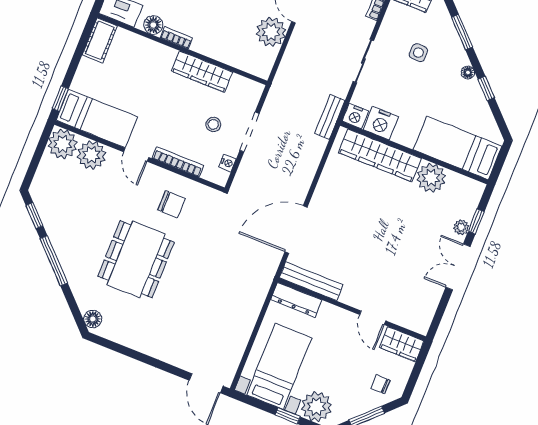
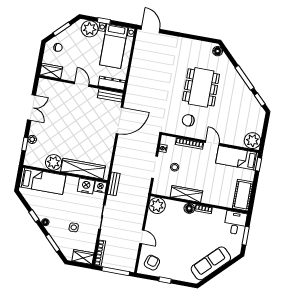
floor lamp: (153, 25) -> (189, 208), moved
plant: (271, 32) -> (157, 206), moved
cot: (100, 40) -> (243, 195), width x1.37, depth x1.34
plant: (91, 155) -> (236, 138), removed
double door: (458, 267) -> (32, 108), moved
bench: (311, 281) -> (110, 95), width x0.73
door: (373, 318) -> (82, 84), moved

